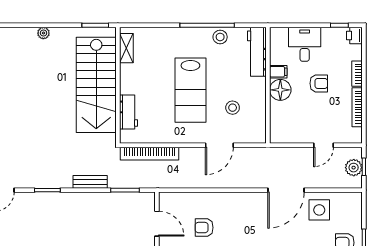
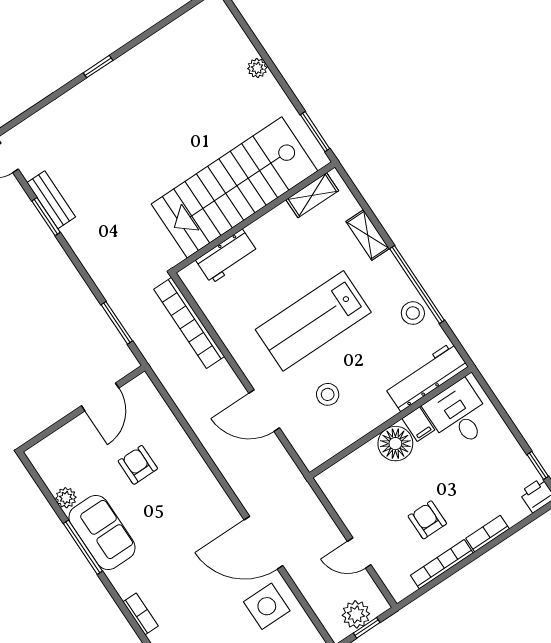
shelving: (165, 33) -> (368, 235), added
desk: (305, 44) -> (458, 415), moved, turned -90
armchair: (319, 83) -> (427, 520), moved, turned 180
bench: (90, 182) -> (51, 200), moved

